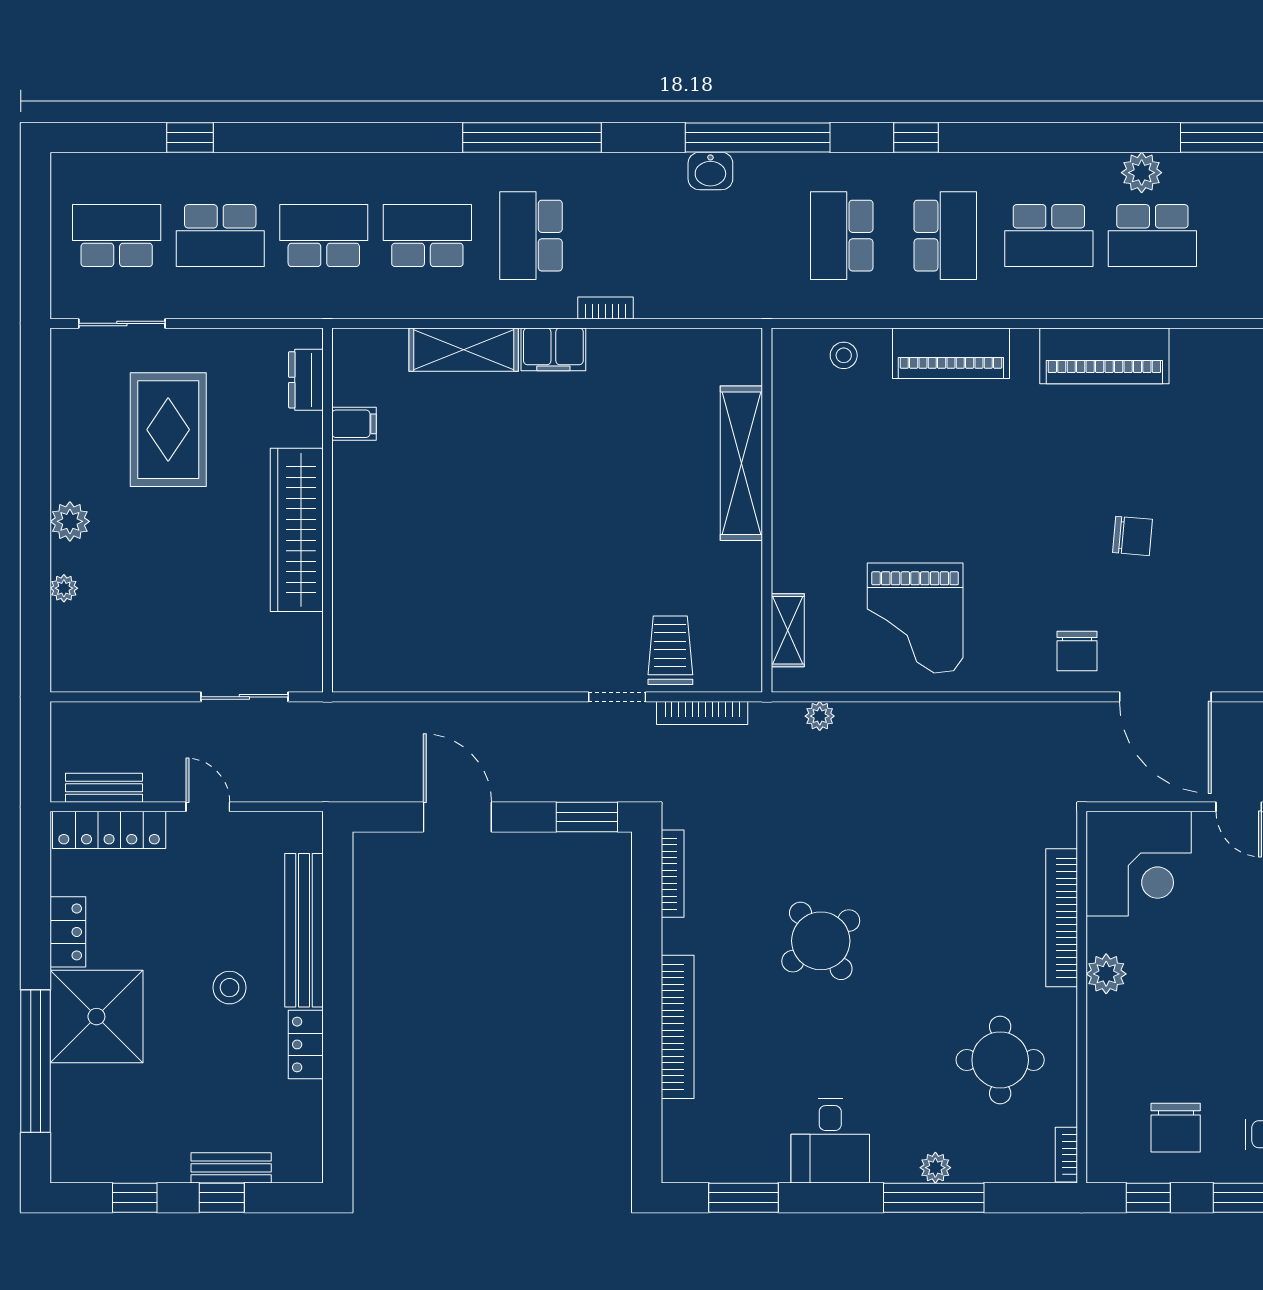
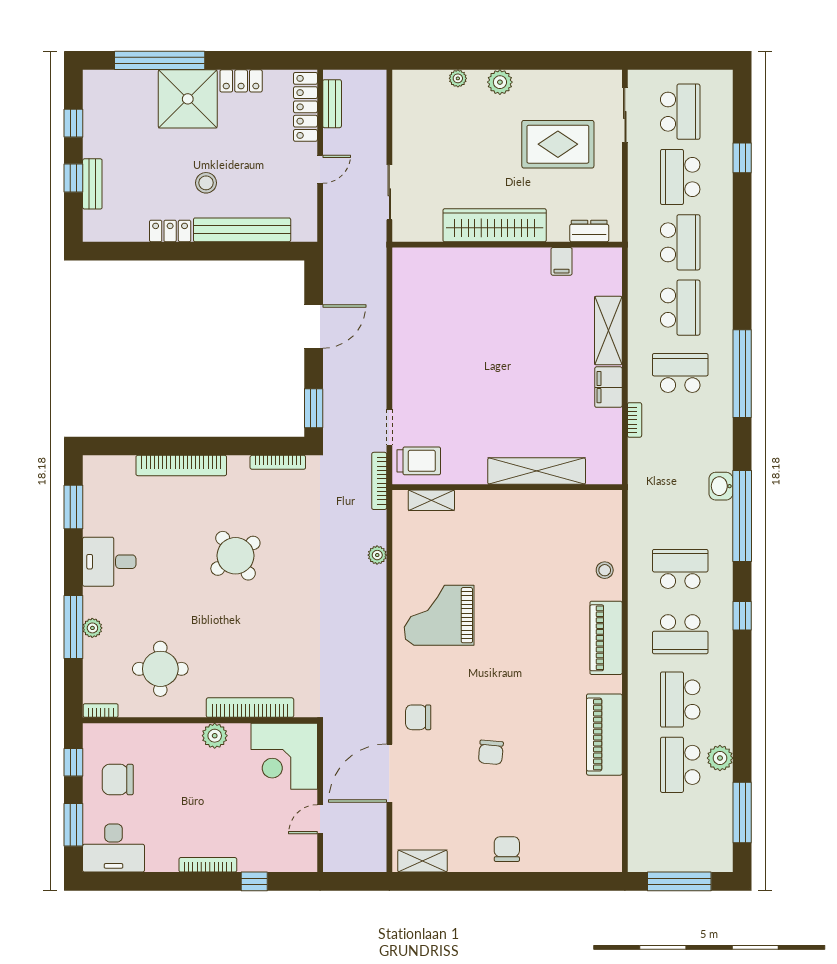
shelving: (741, 463) -> (537, 471), moved
wall: (767, 510) -> (507, 487), moved
shelving: (788, 630) -> (431, 500), moved

